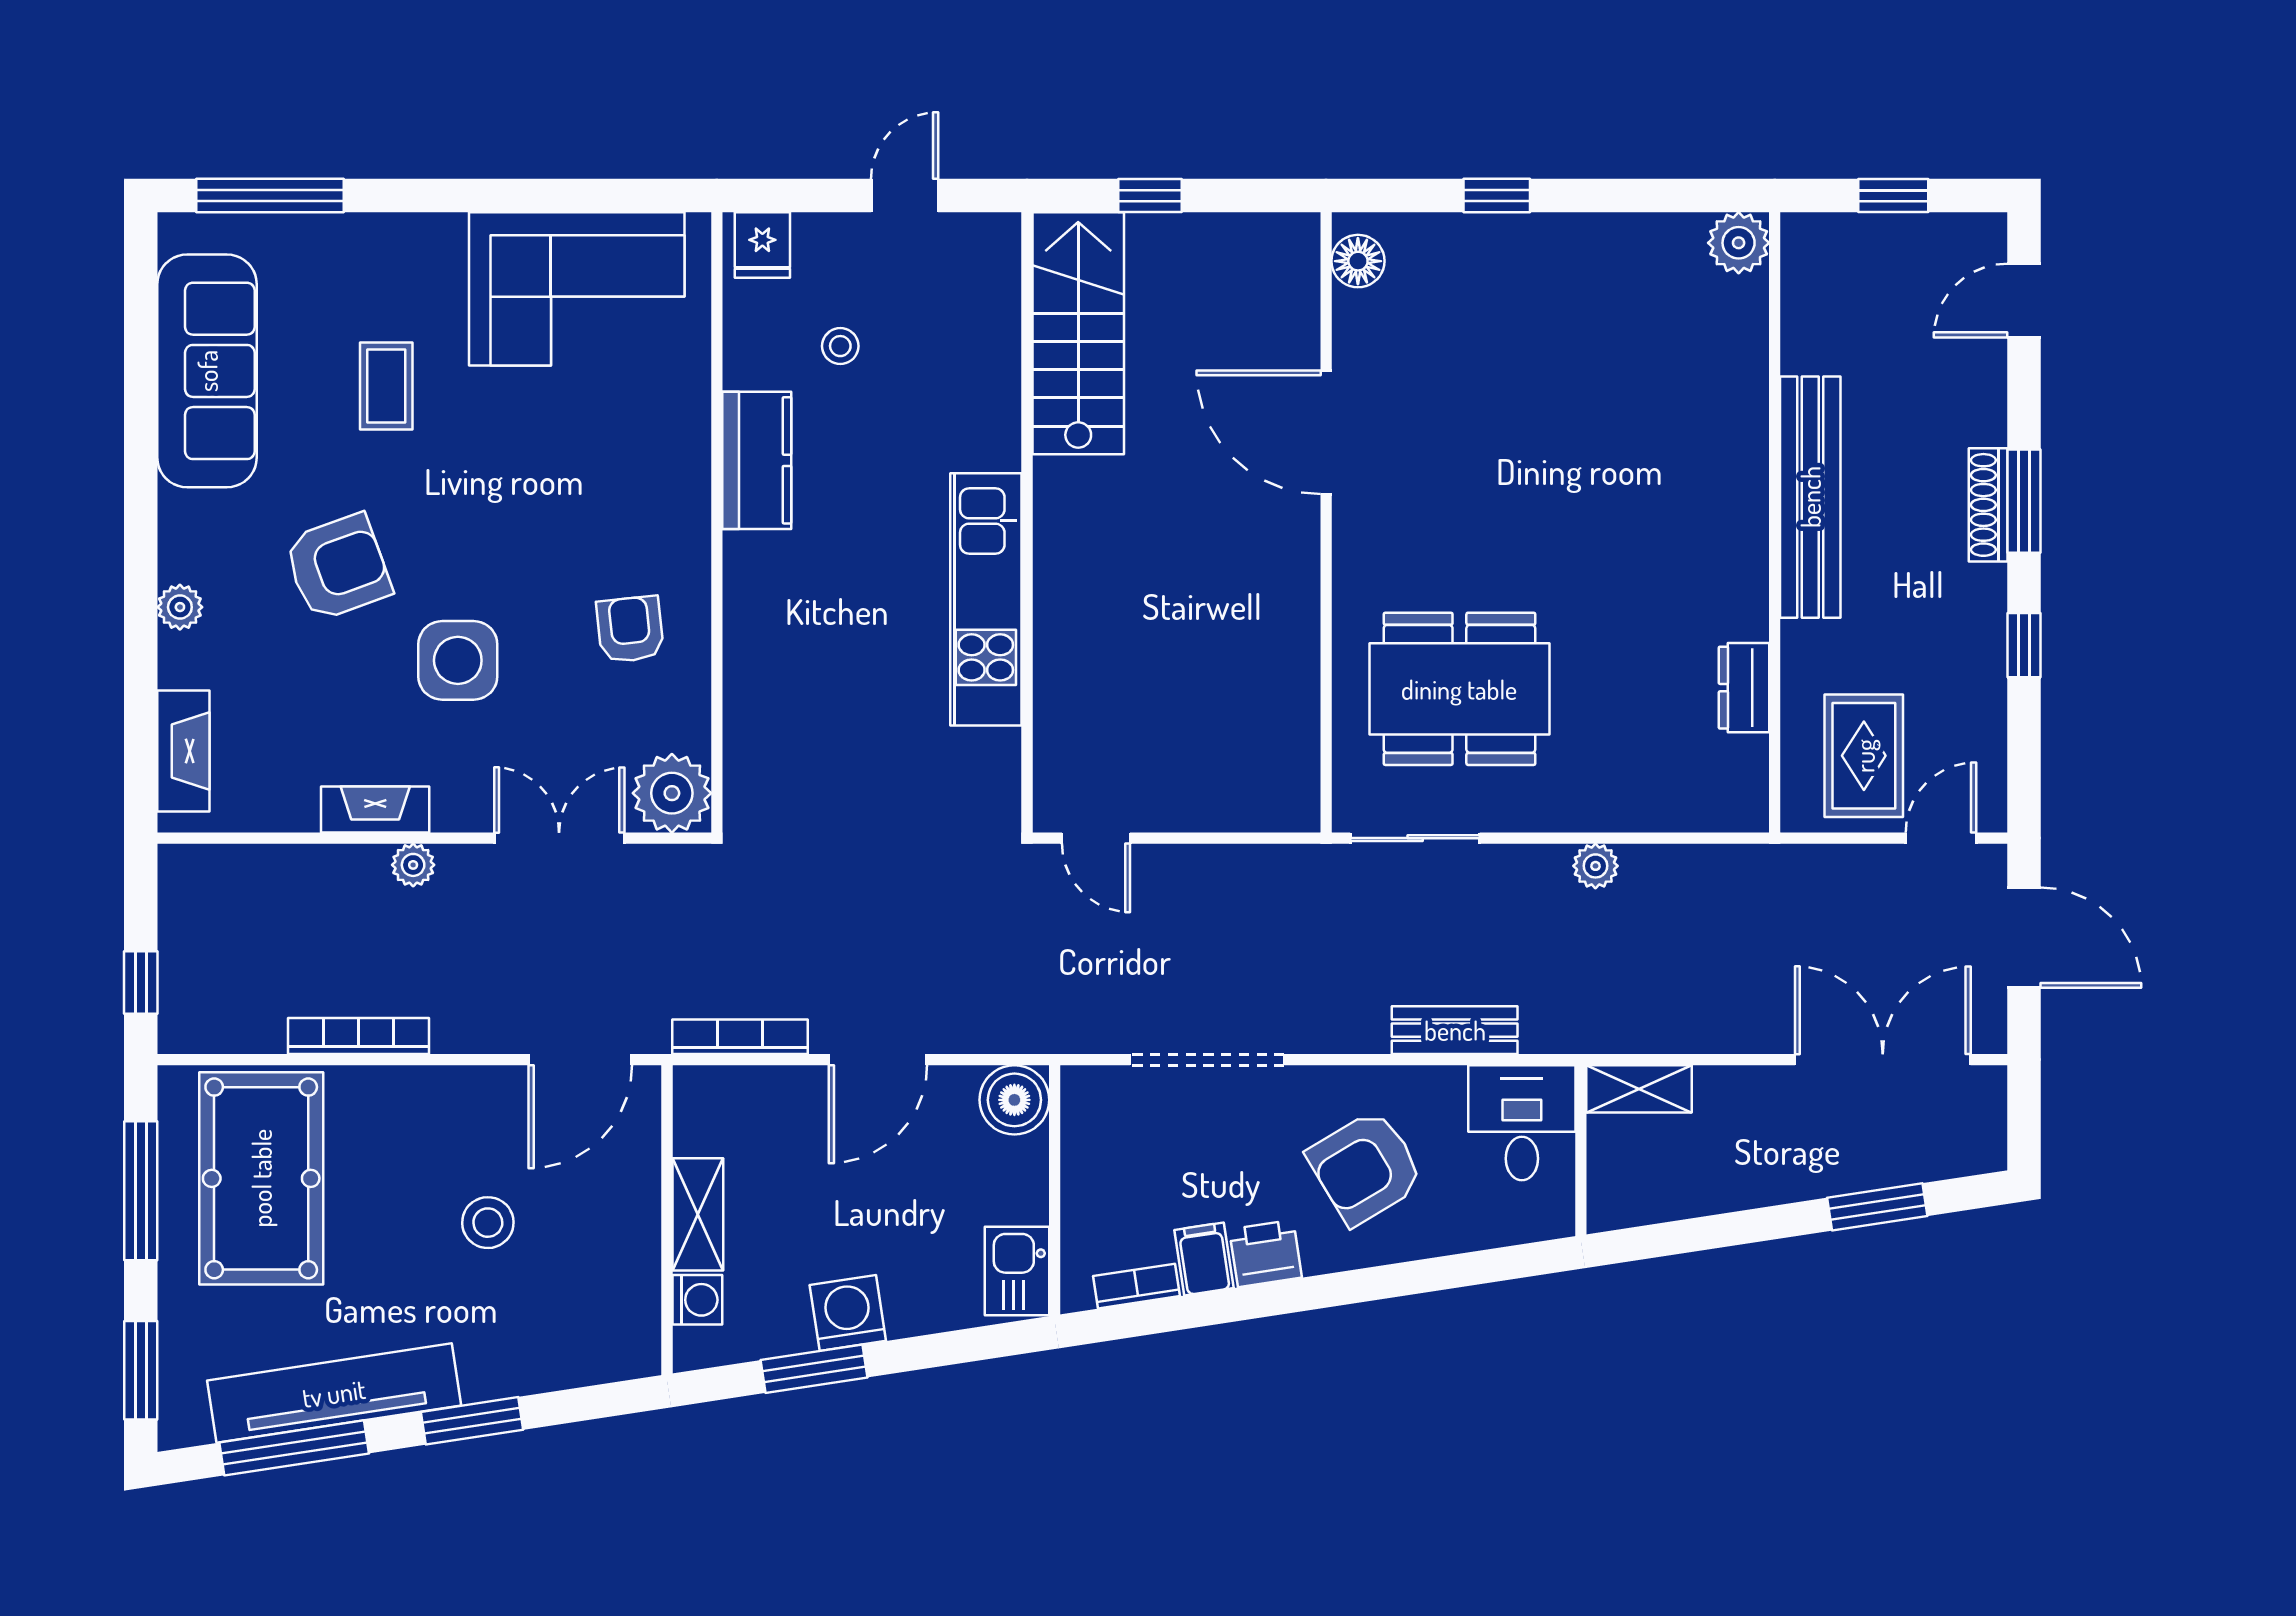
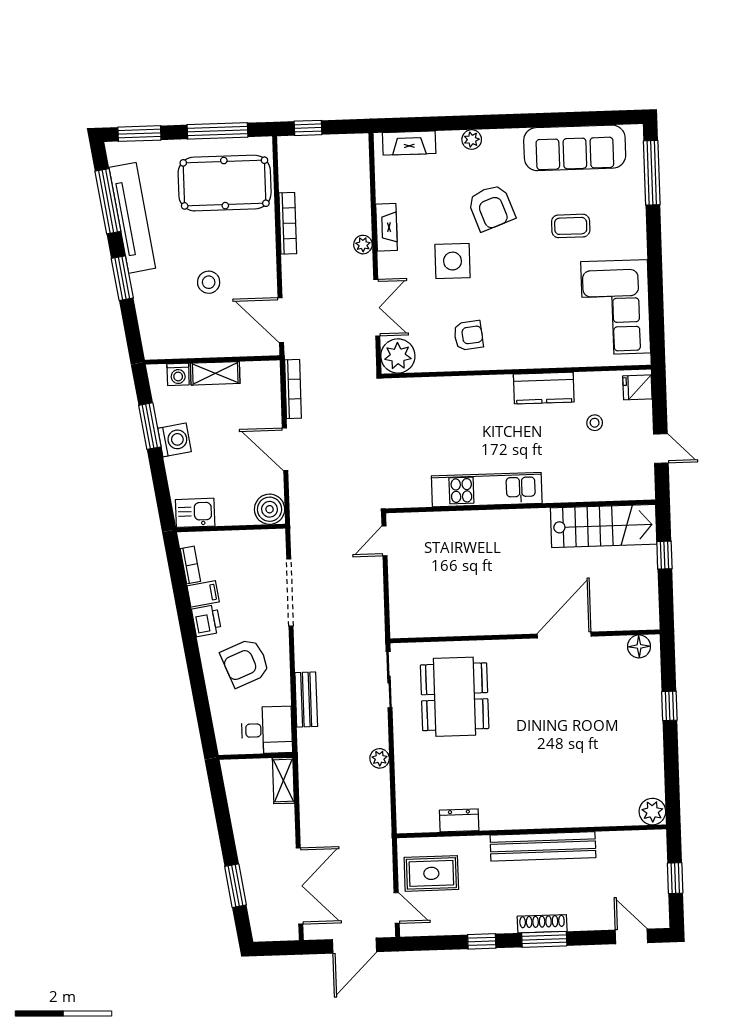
armchair: (1366, 1167) -> (245, 663), turned -81

